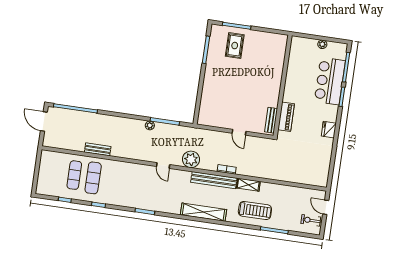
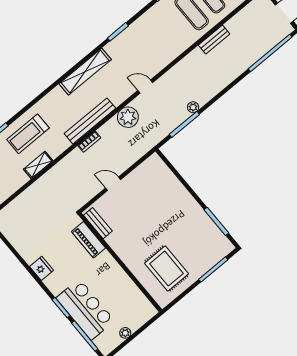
rug: (235, 46) -> (167, 269), moved, width x1.36, depth x1.43
shelving: (248, 185) -> (38, 165), moved
shelving: (203, 212) -> (85, 72), moved

